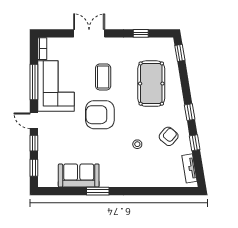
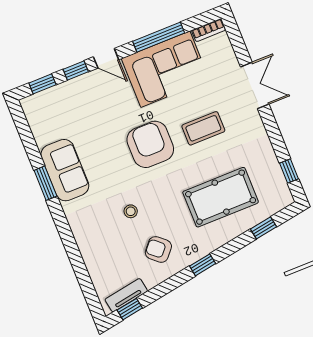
window: (141, 33) -> (289, 171), moved
window: (180, 53) -> (264, 228), moved
door: (34, 121) -> (106, 58), swing flipped
armchair: (169, 136) -> (158, 249), turned 180
window: (195, 143) -> (130, 309), moved
sofa: (79, 175) -> (65, 170), moved

